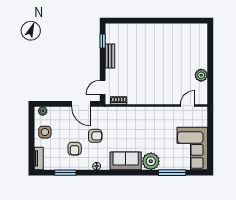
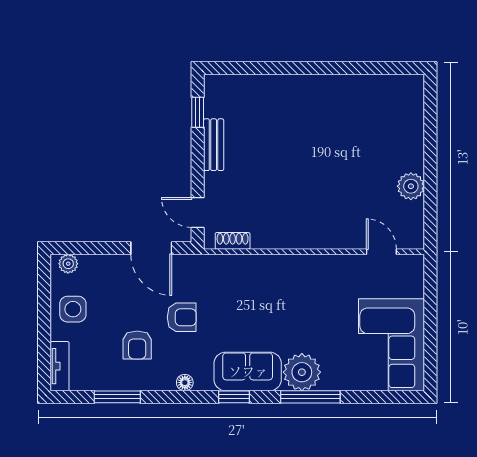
door: (103, 87) -> (198, 212), hinge flipped
door: (188, 106) -> (381, 252), hinge flipped
window: (119, 173) -> (234, 397), added
window: (172, 173) -> (310, 397), moved

